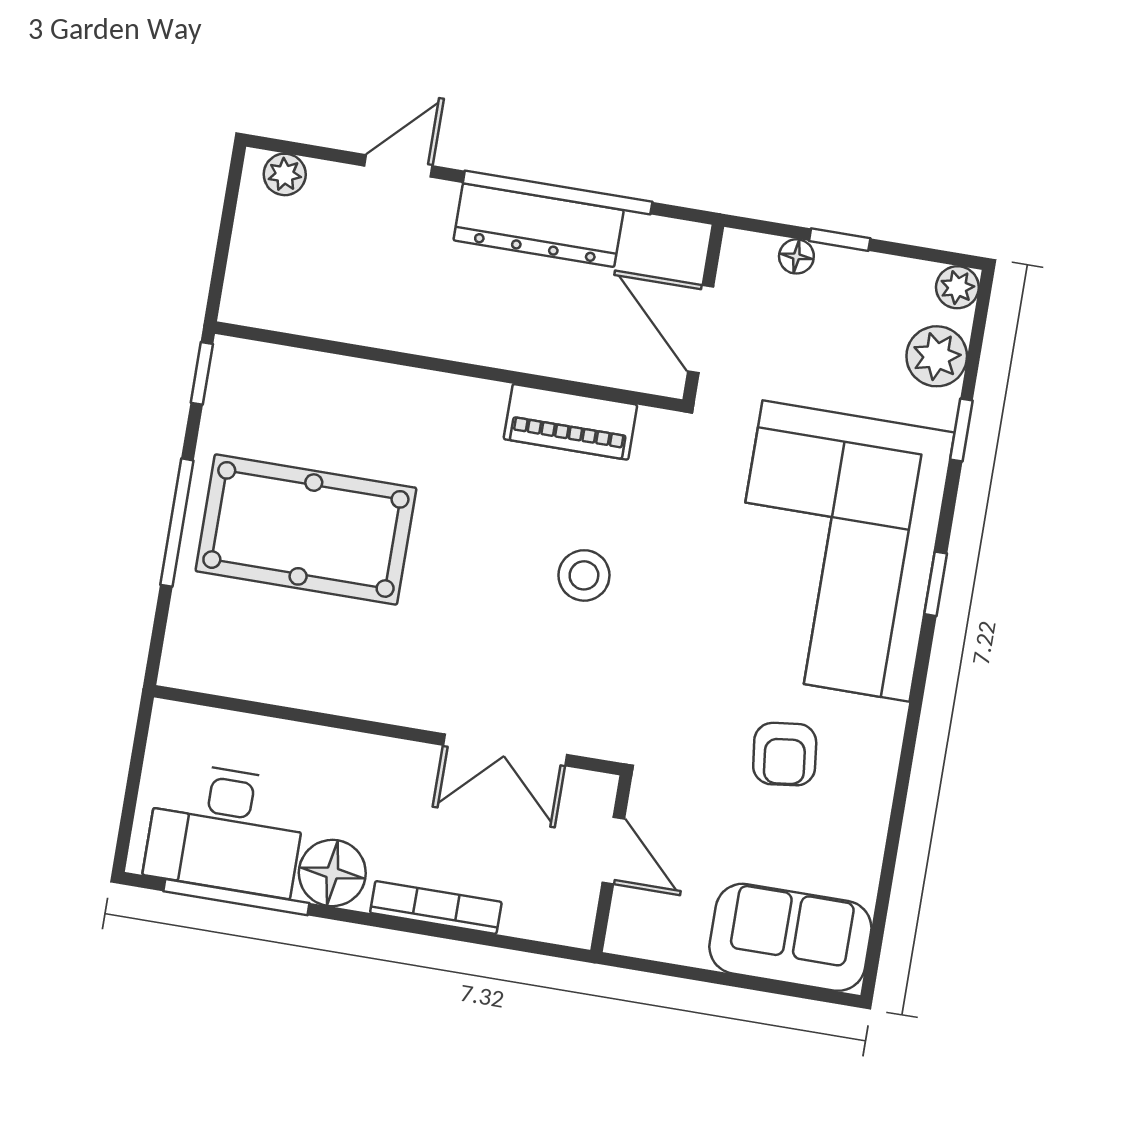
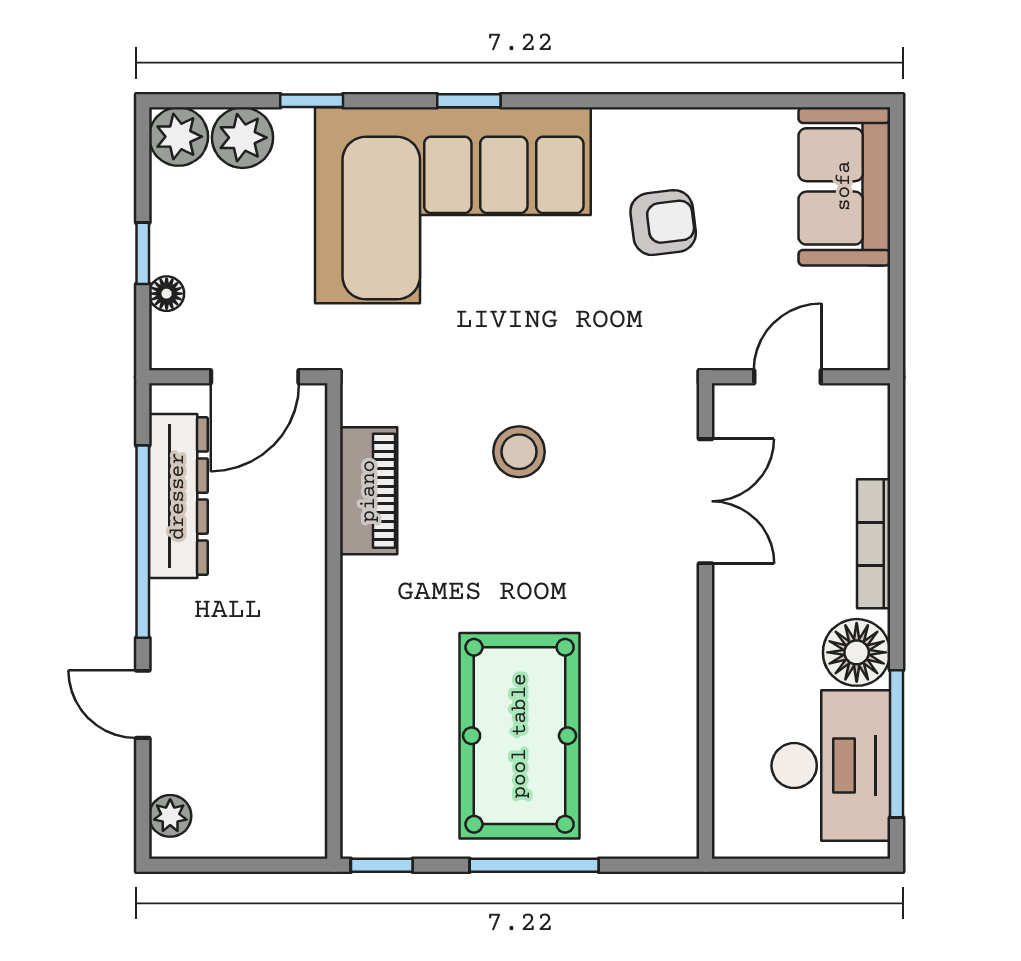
dresser: (539, 225) -> (178, 496), moved
plant: (957, 287) -> (179, 137), width x1.38, depth x1.38

